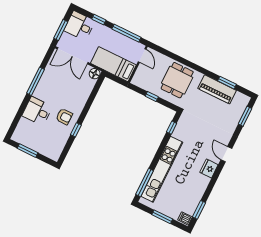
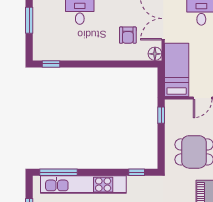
window: (152, 97) -> (161, 115), moved
armchair: (64, 117) -> (128, 35), moved
window: (76, 130) -> (51, 64), moved

